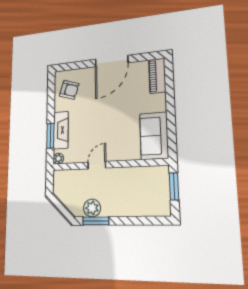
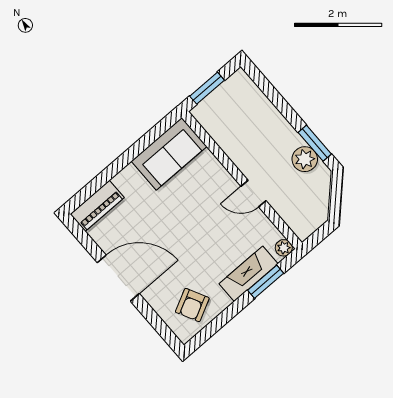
armchair: (69, 90) -> (192, 305), turned -135

